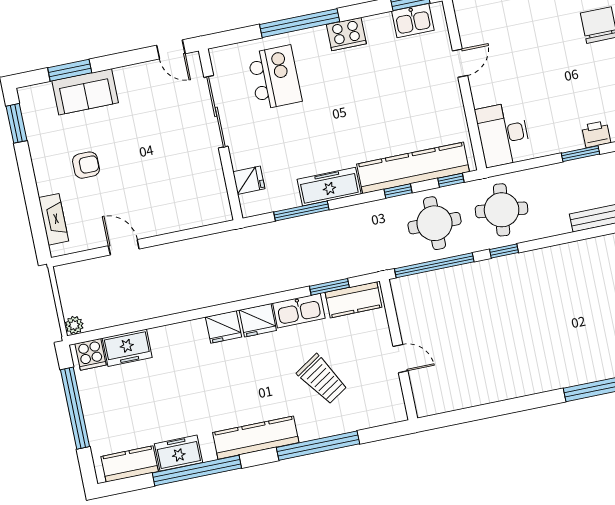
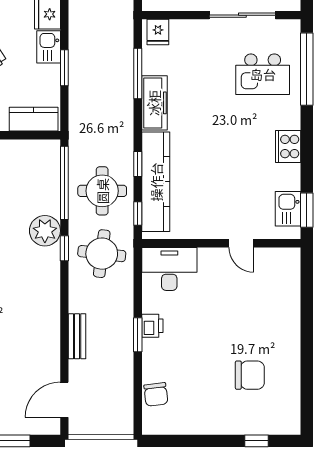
window: (300, 23) -> (307, 69), moved
printer: (596, 134) -> (152, 326), moved
fridge: (249, 180) -> (158, 32), moved
plant: (490, 276) -> (45, 231), added
window: (329, 287) -> (64, 68), moved
kitchen counter: (353, 300) -> (34, 119), moved, turned 90
kitchen sink: (299, 311) -> (49, 47), width x0.73

